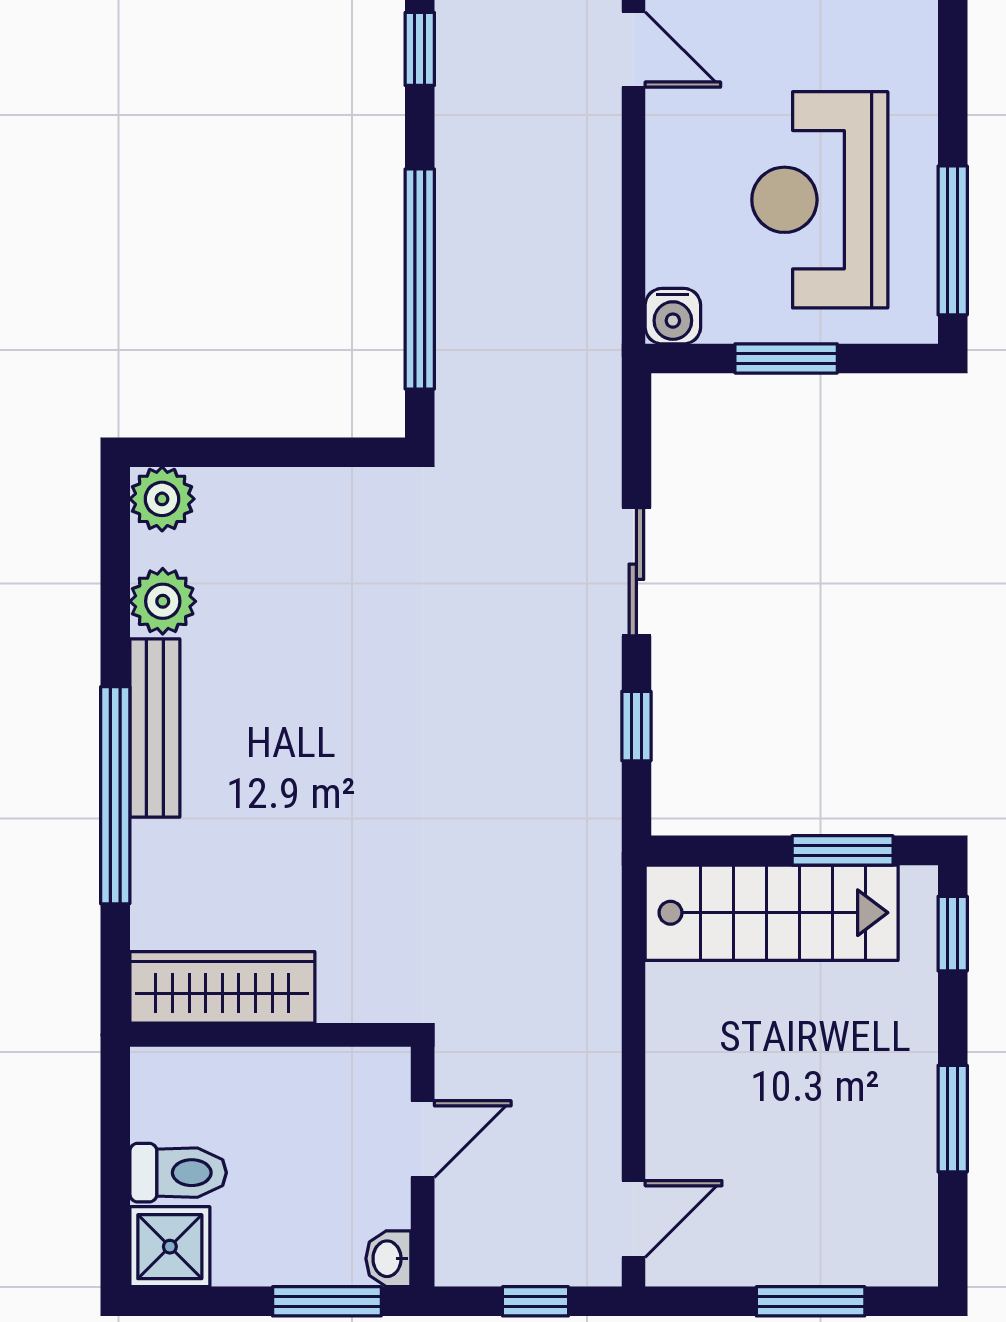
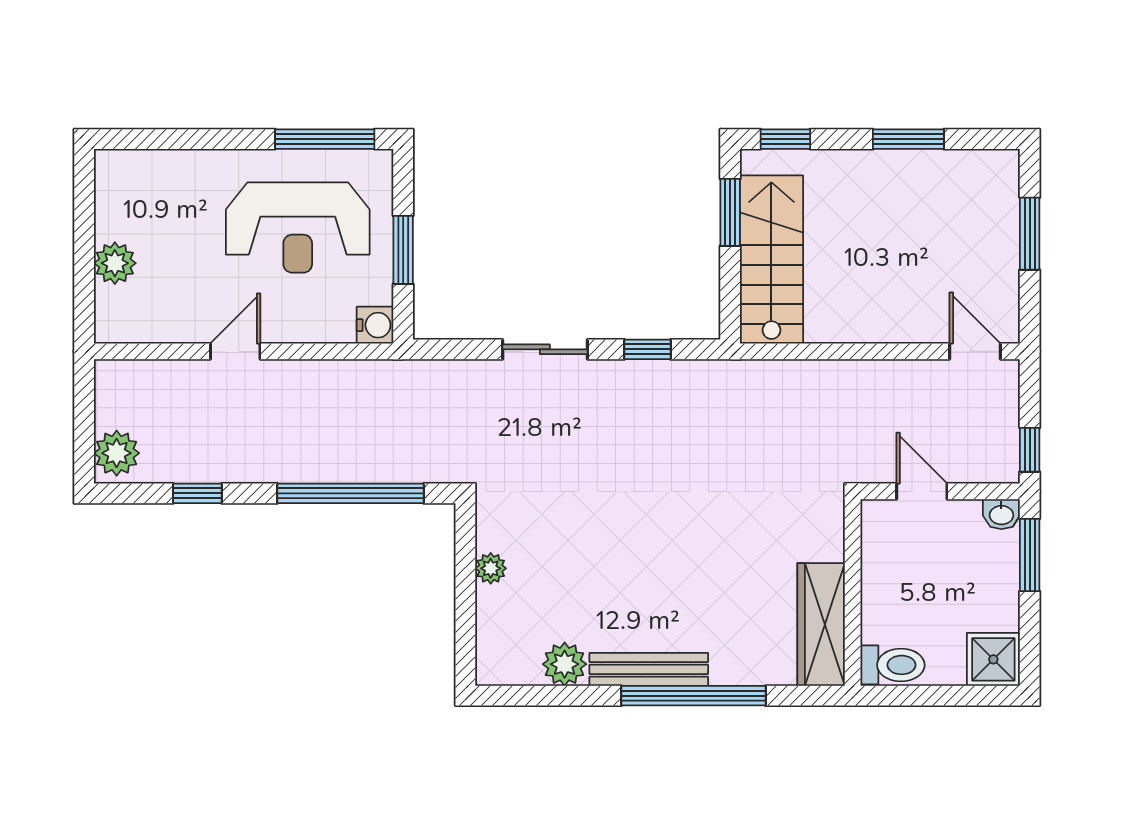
door: (633, 50) -> (235, 351), moved
plant: (162, 499) -> (491, 568), moved, width x0.73, depth x0.73
toilet: (178, 1173) -> (893, 665), moved, turned 90
window: (536, 1301) -> (1030, 450), moved

